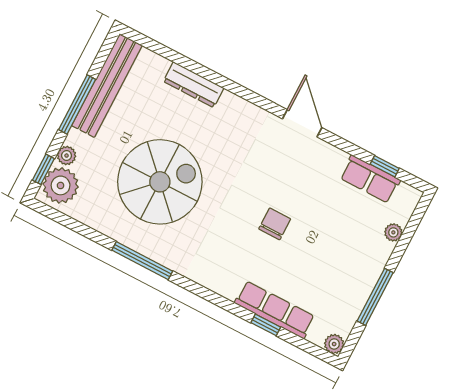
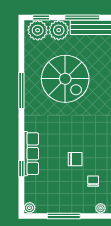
plant: (67, 156) -> (59, 30), width x1.87, depth x1.87
chair: (344, 222) -> (93, 181), added
chair: (275, 224) -> (75, 159), moved
row of seats: (275, 310) -> (31, 154), moved

